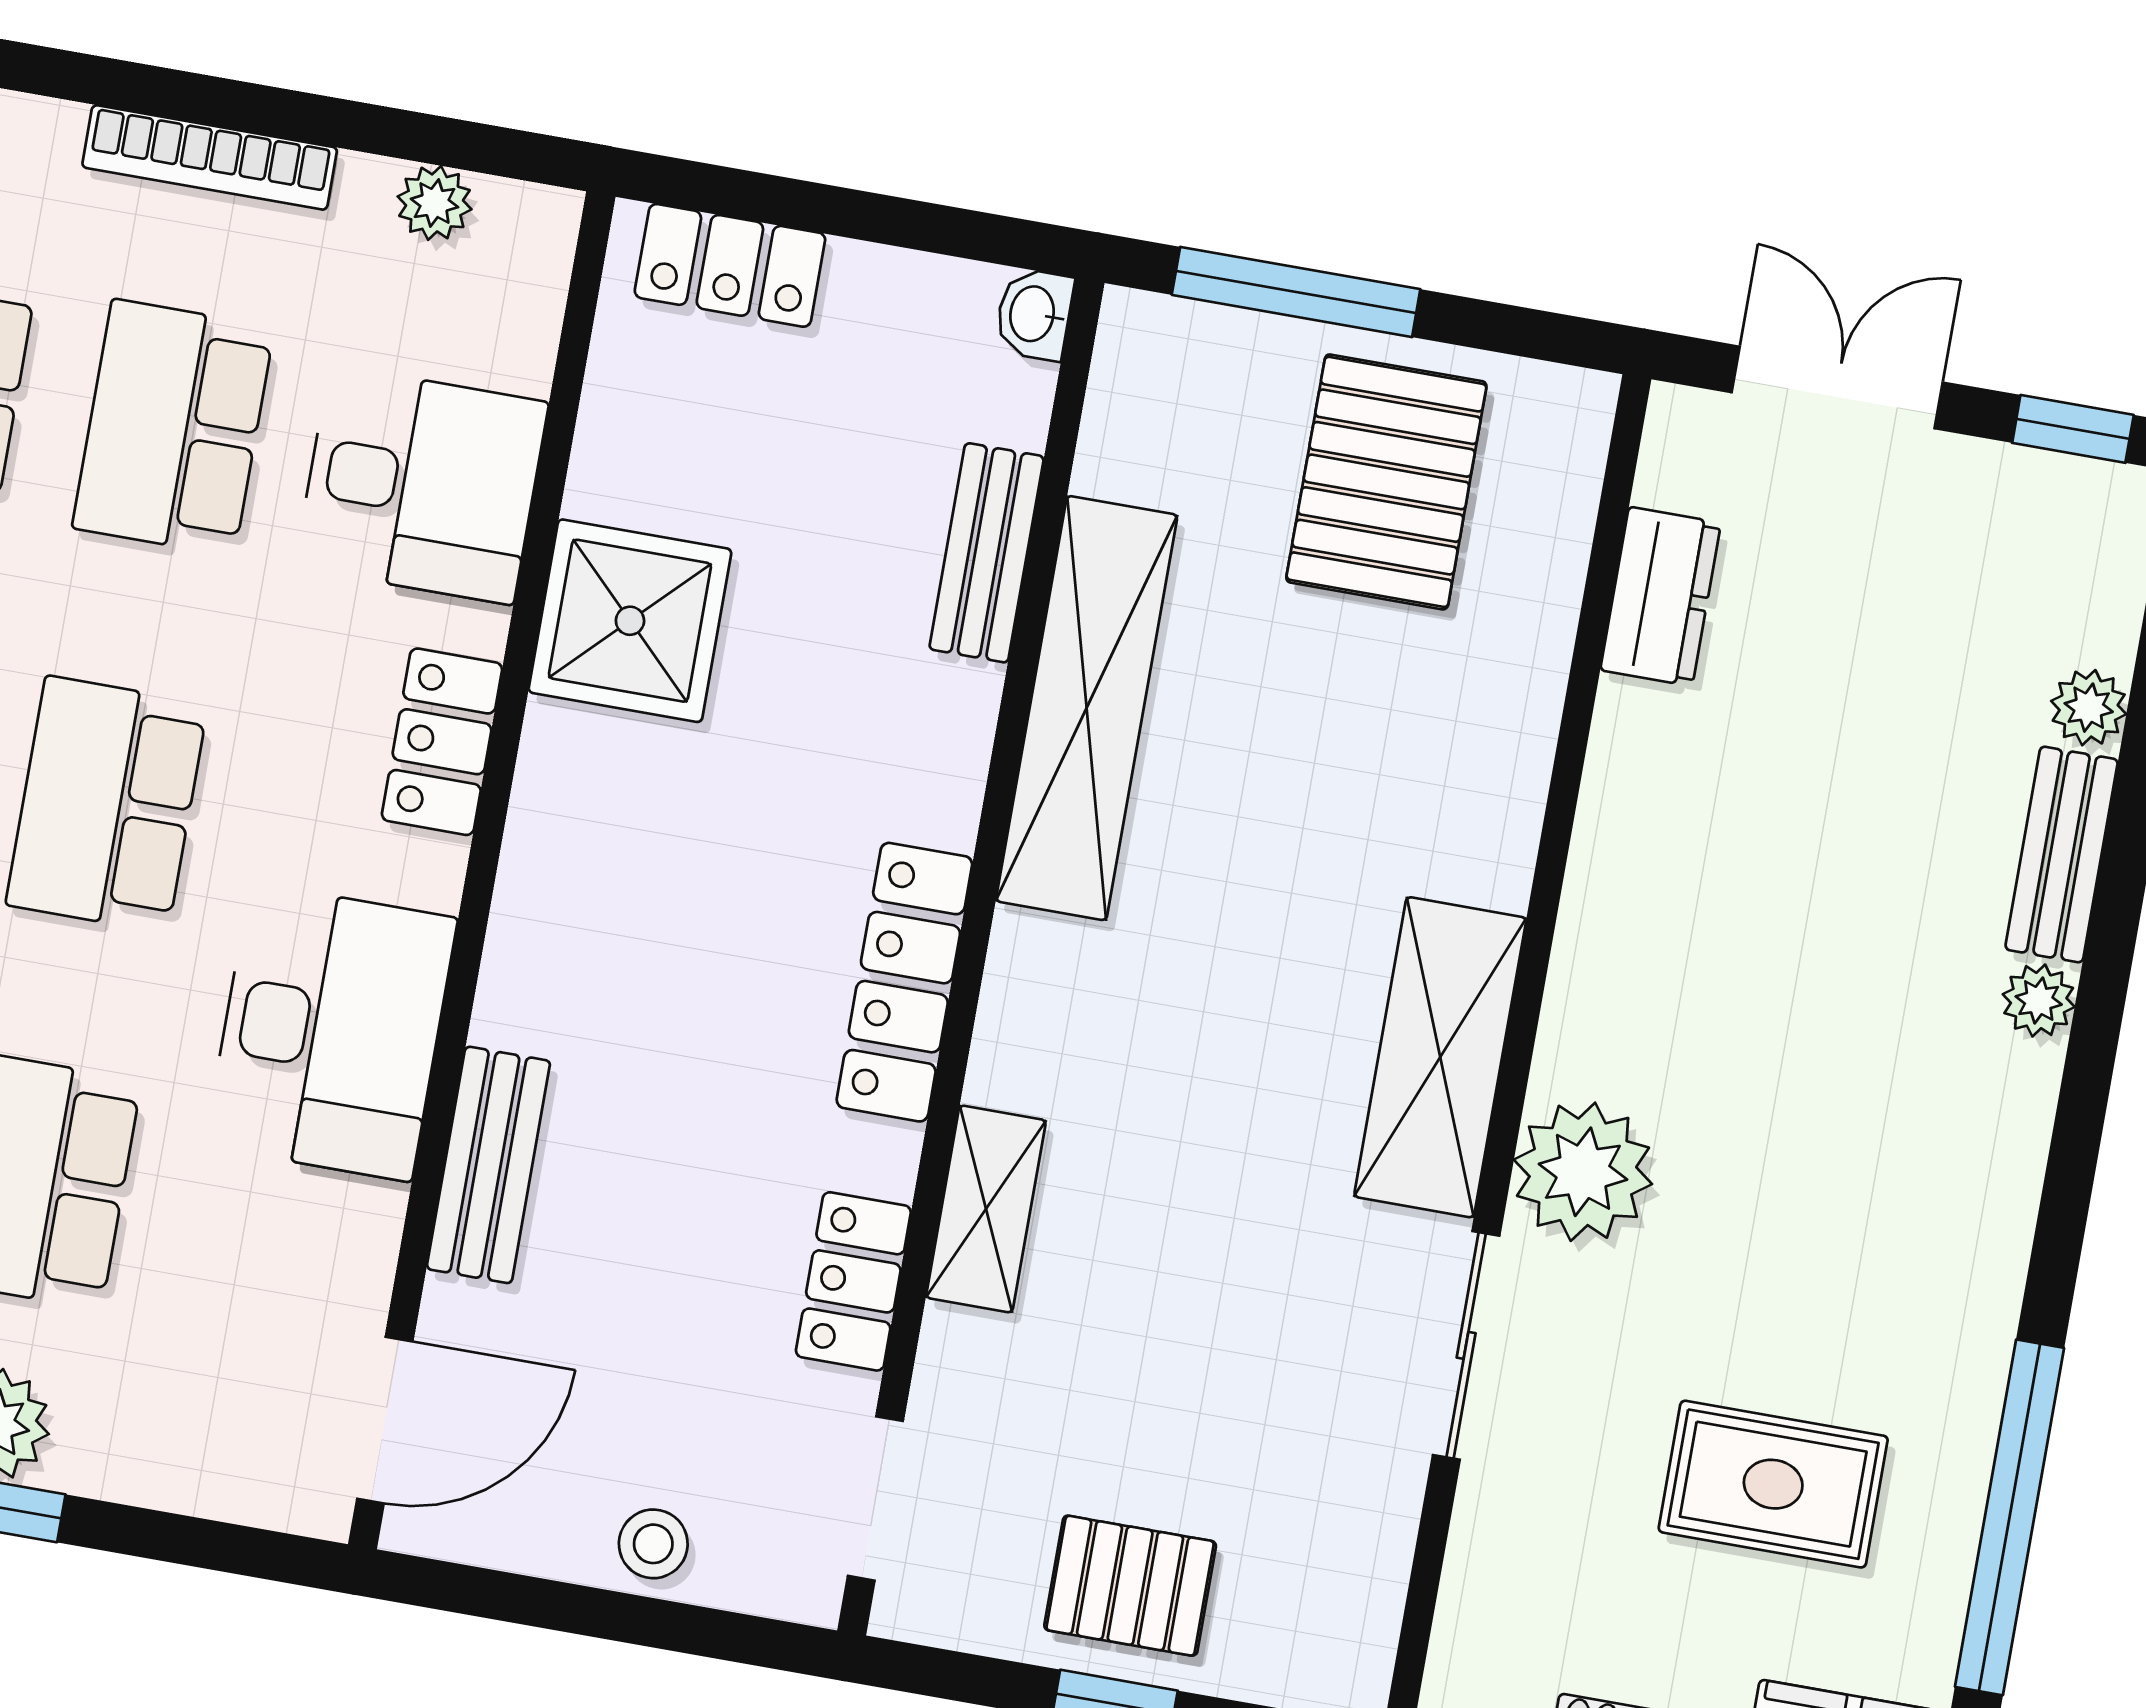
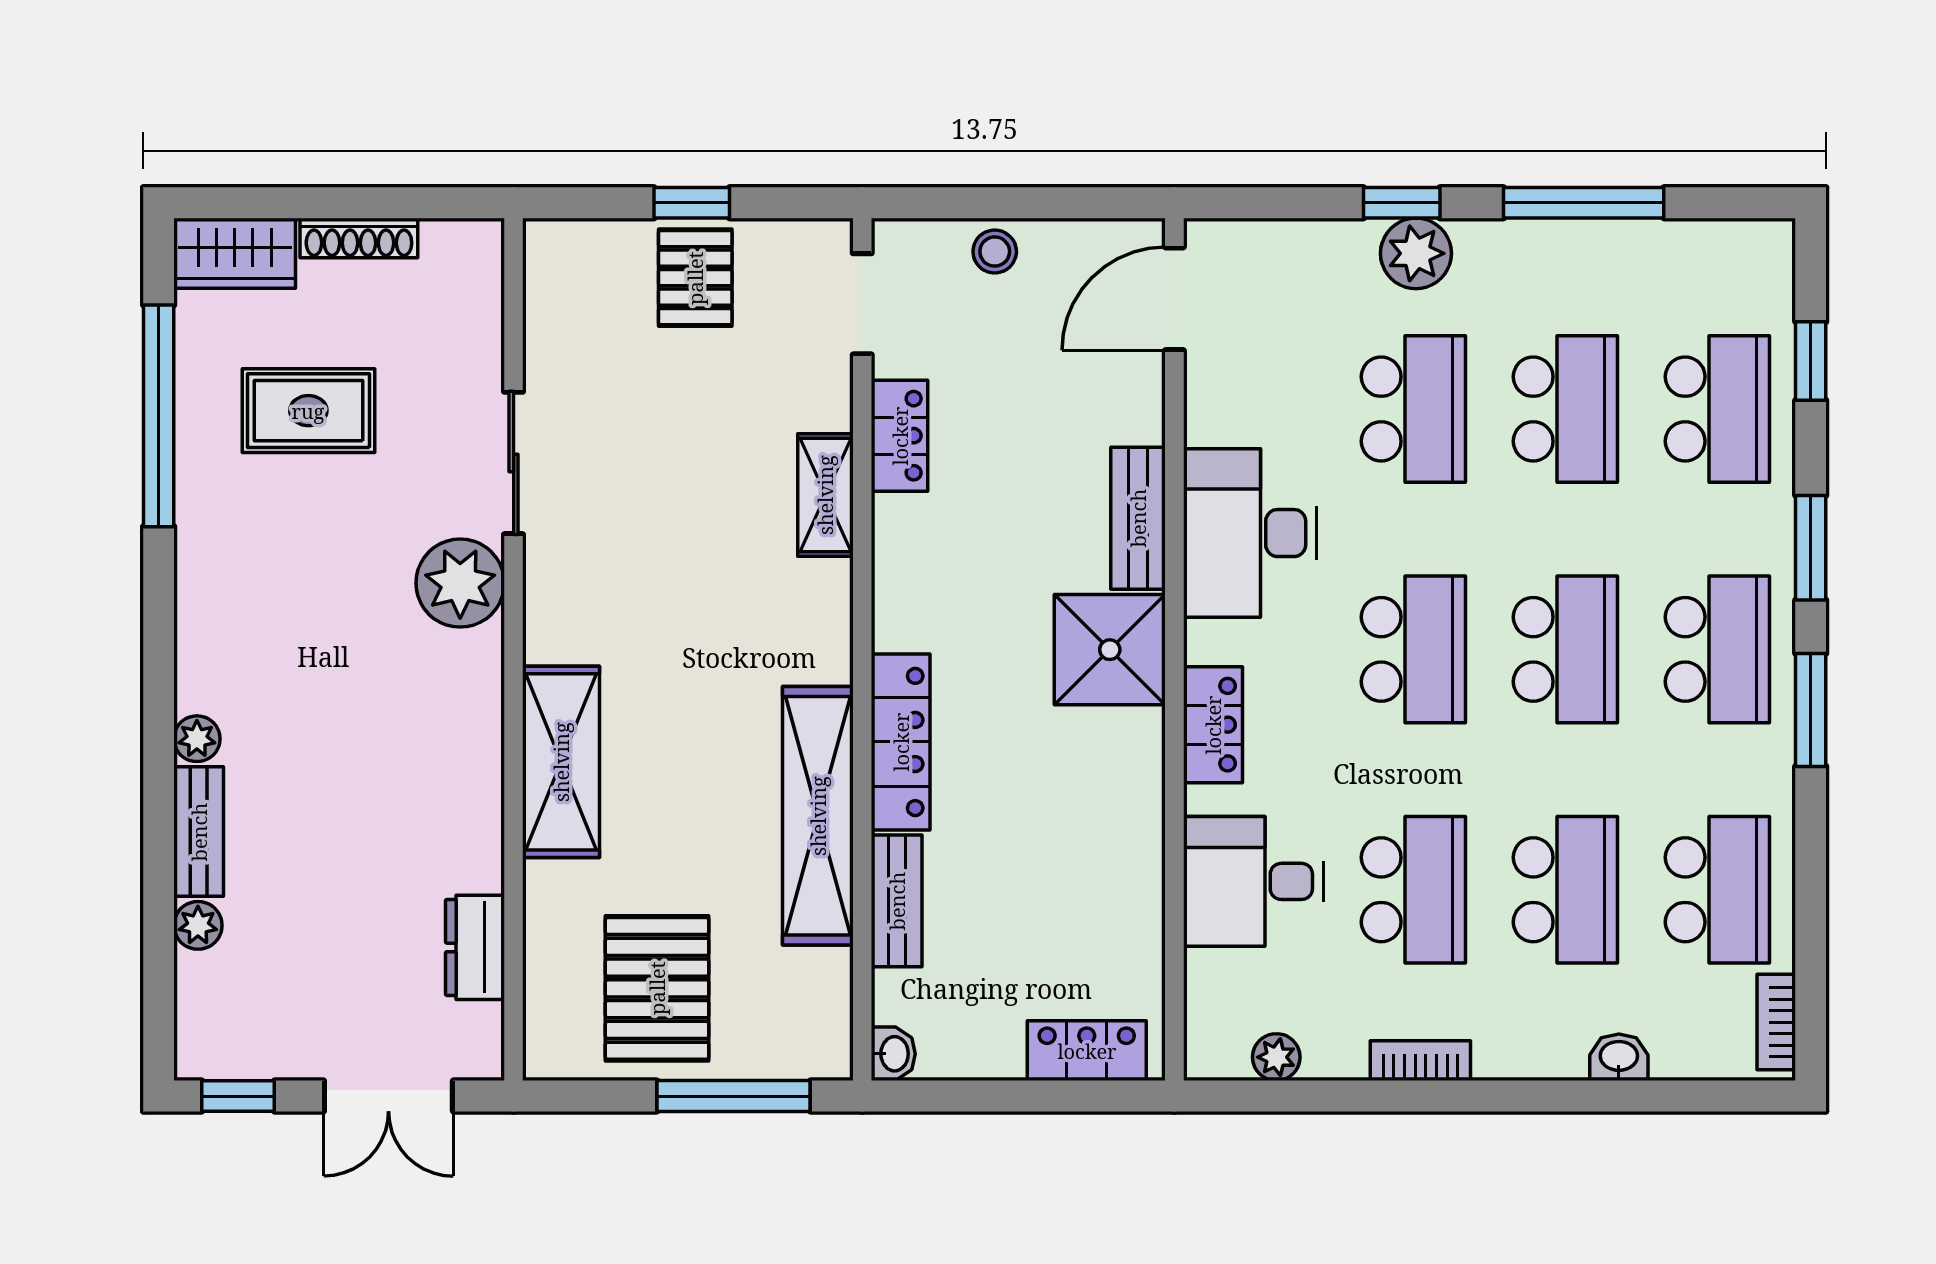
bookcase: (210, 157) -> (1420, 1061), width x0.64
shower: (630, 621) -> (1110, 650), moved
locker: (904, 982) -> (901, 742), moved
shelving: (1440, 1057) -> (561, 762), moved
bench: (488, 1165) -> (1138, 518), moved
pallet: (1130, 1586) -> (695, 278), turned 90

